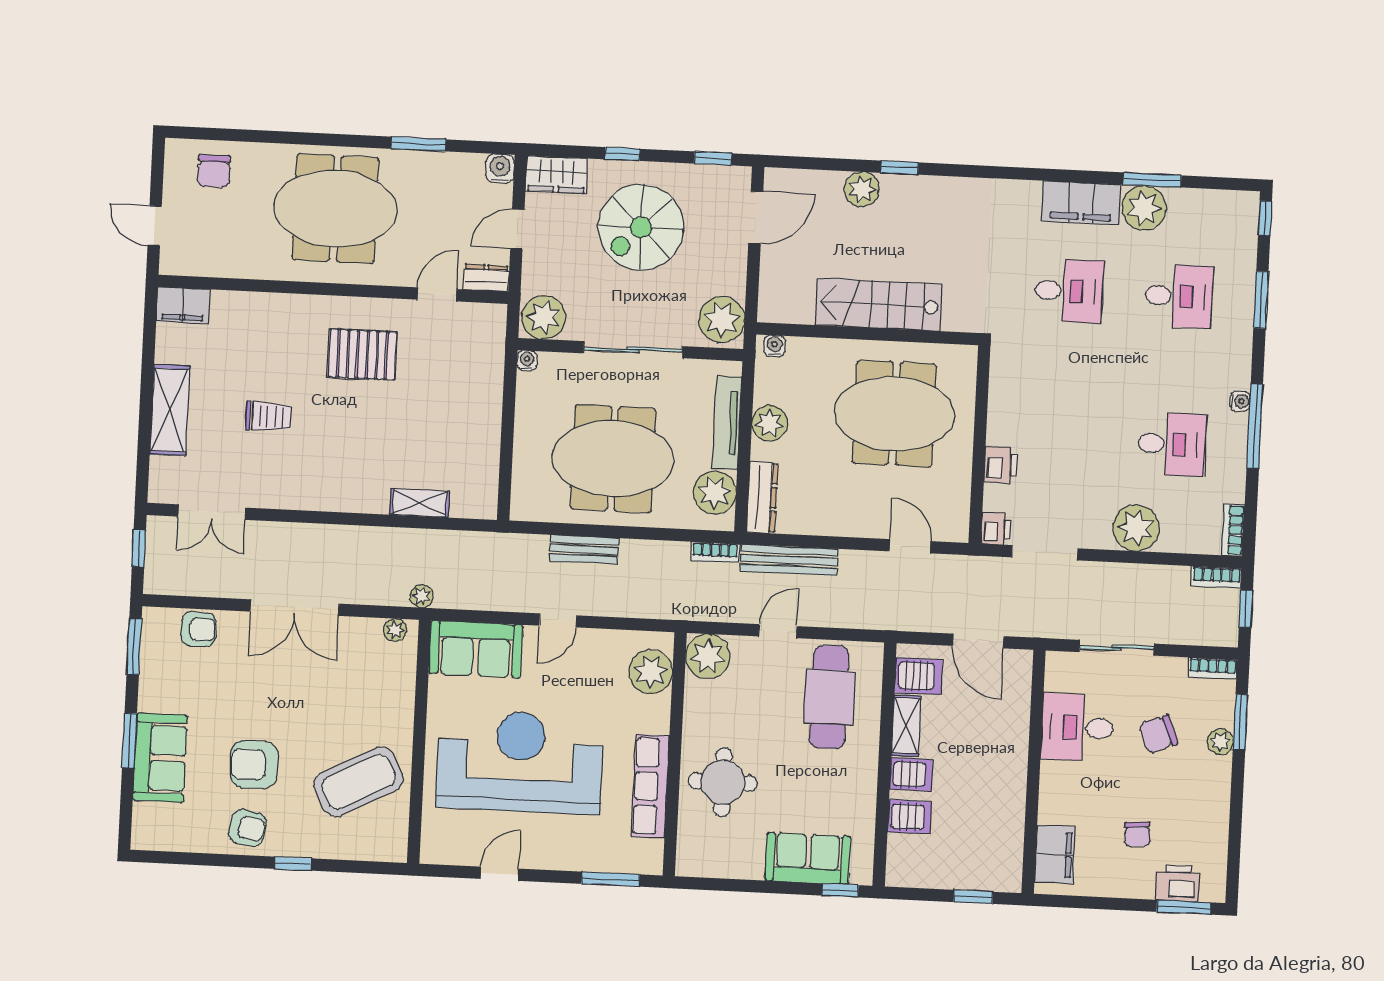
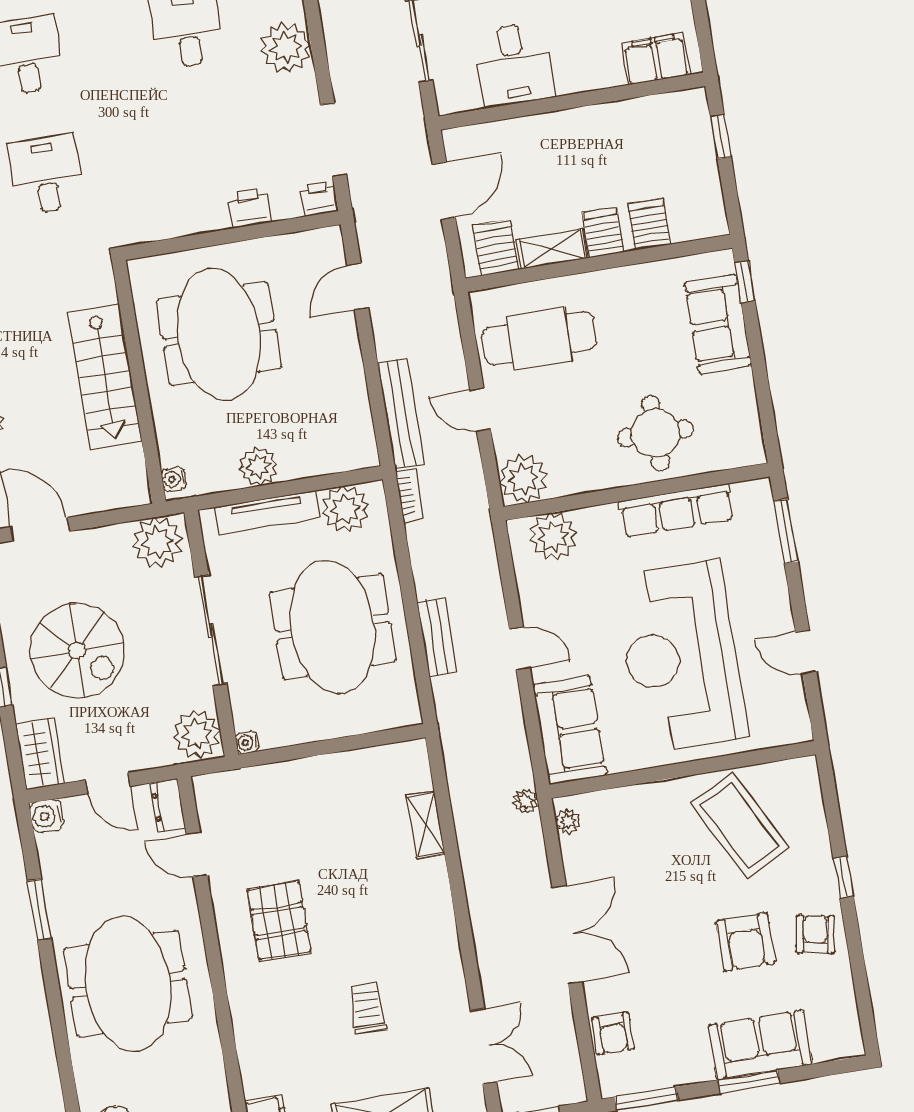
dresser: (762, 497) -> (340, 457), removed
armchair: (198, 629) -> (613, 1033), turned 180

